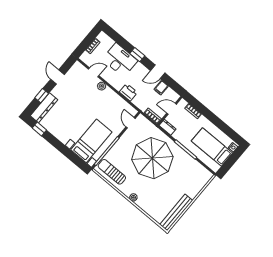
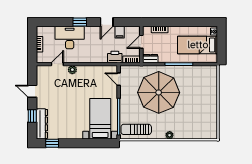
printer: (128, 92) -> (115, 57), moved
bench: (176, 212) -> (212, 119), removed

